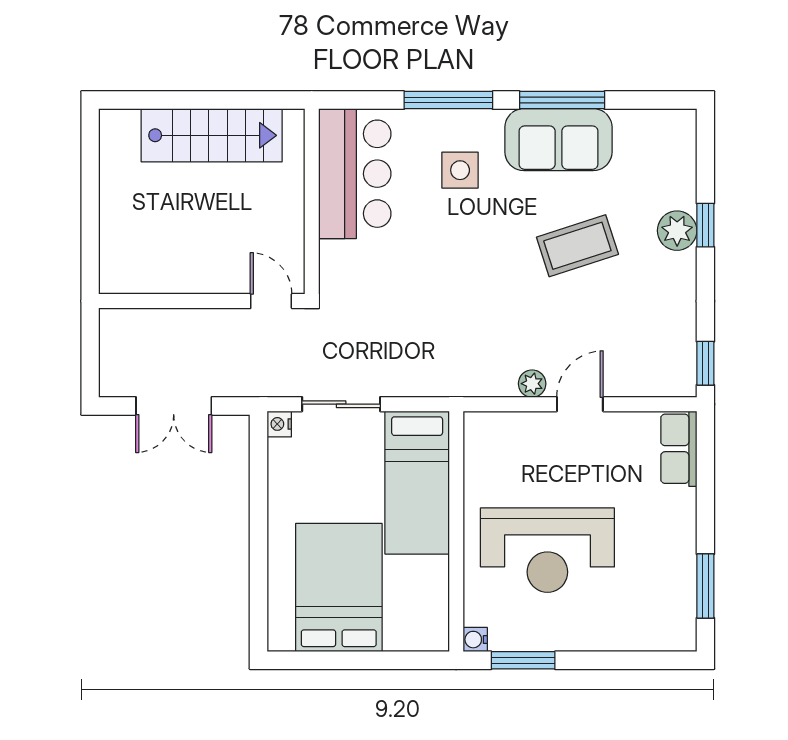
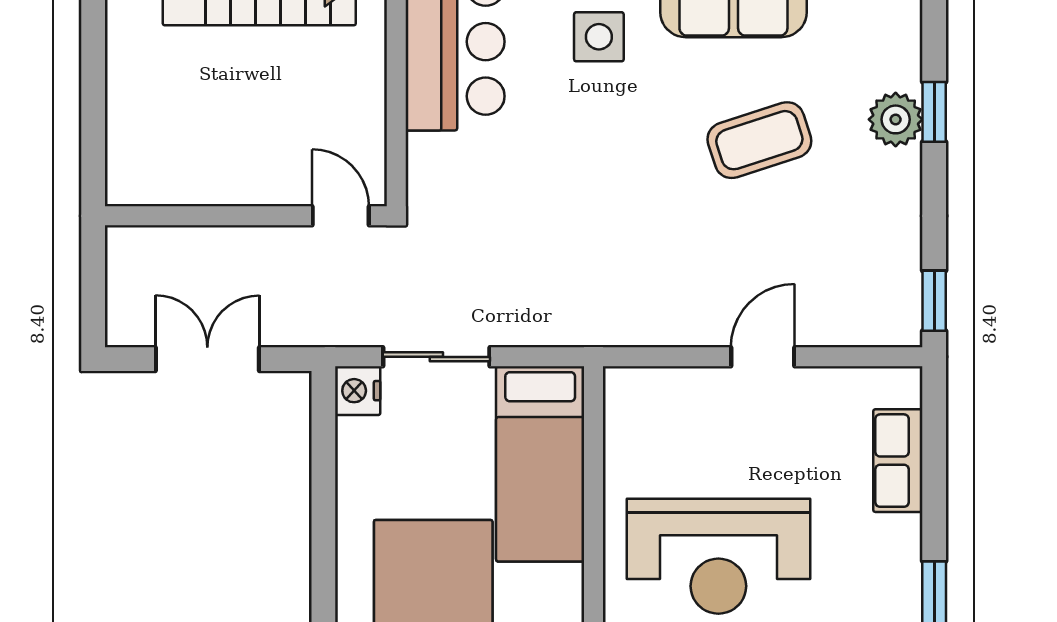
plant: (532, 384) -> (697, 329), removed
double door: (174, 406) -> (207, 359), swing flipped
nightstand: (279, 424) -> (358, 391), width x1.39, depth x1.35
row of seats: (679, 449) -> (898, 461), moved

